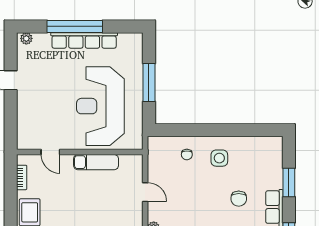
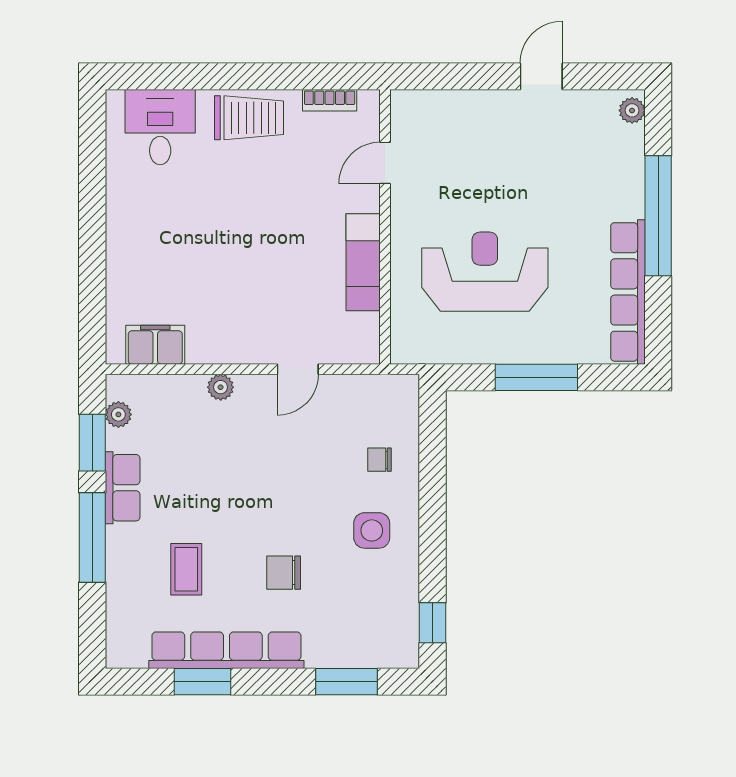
row of seats: (84, 40) -> (628, 292), moved
reception desk: (100, 106) -> (485, 272), width x0.74, depth x0.77
window: (262, 130) -> (432, 623), added
window: (289, 183) -> (347, 682), moved

